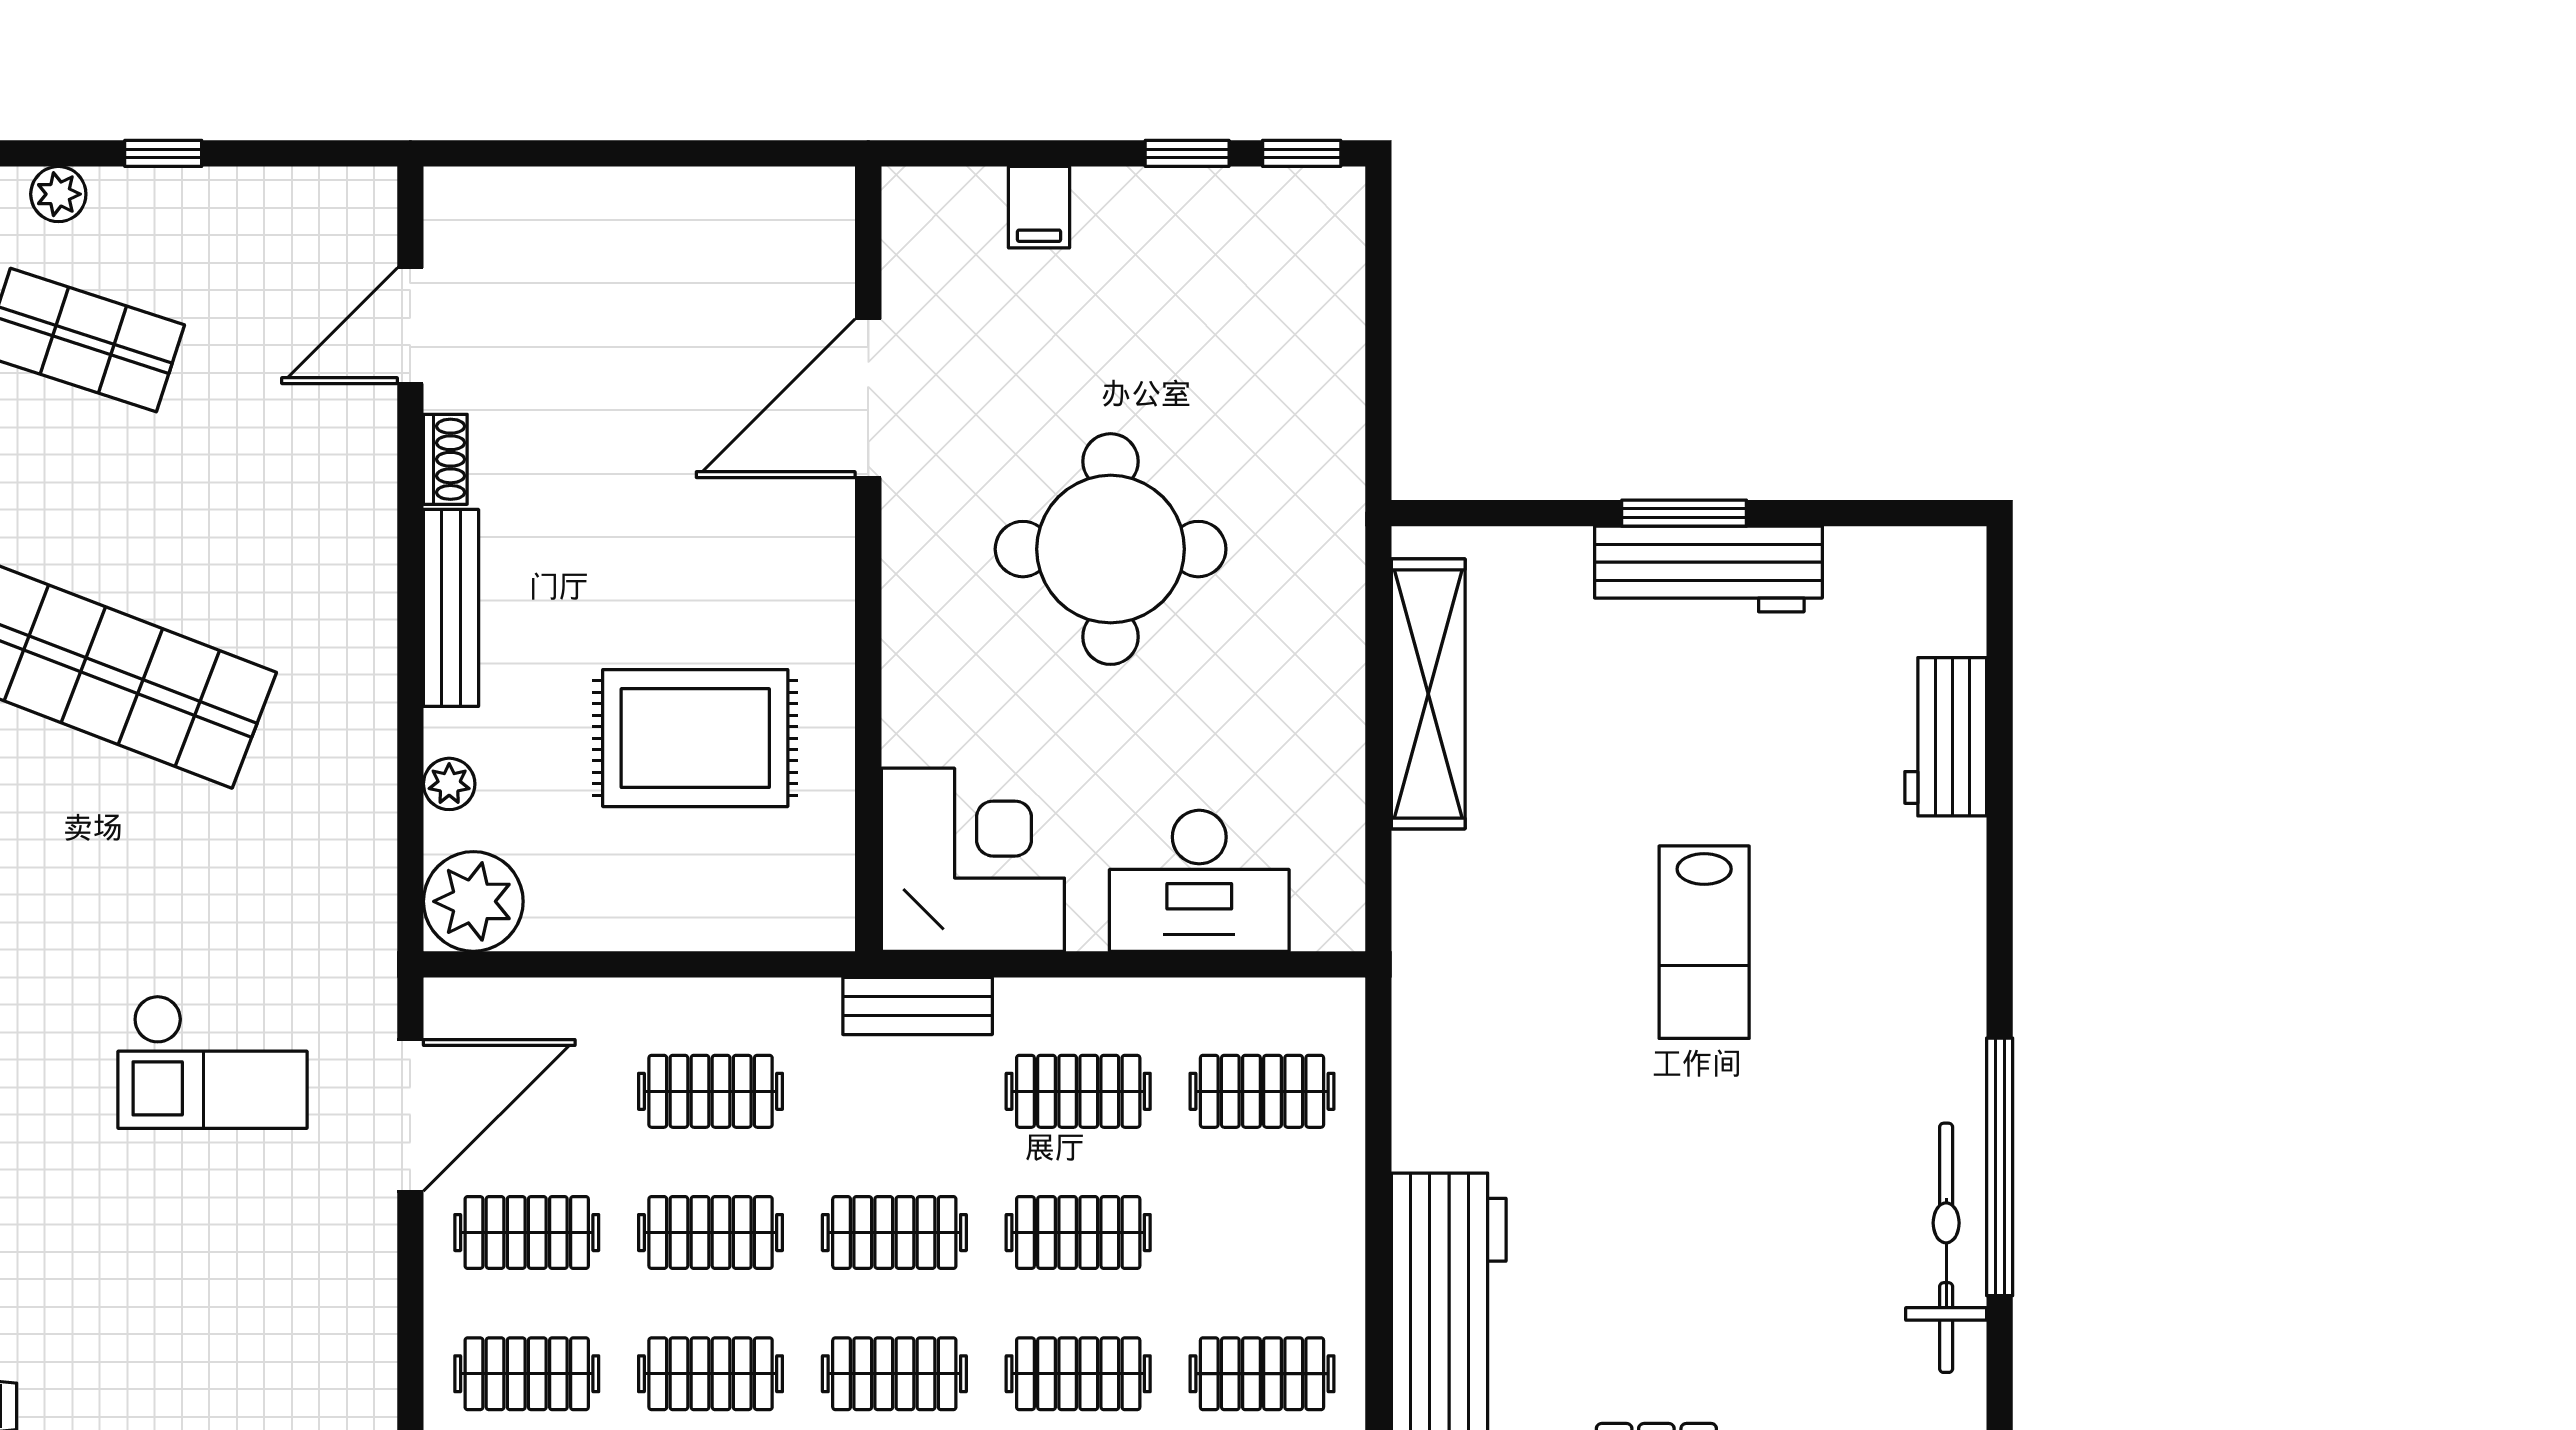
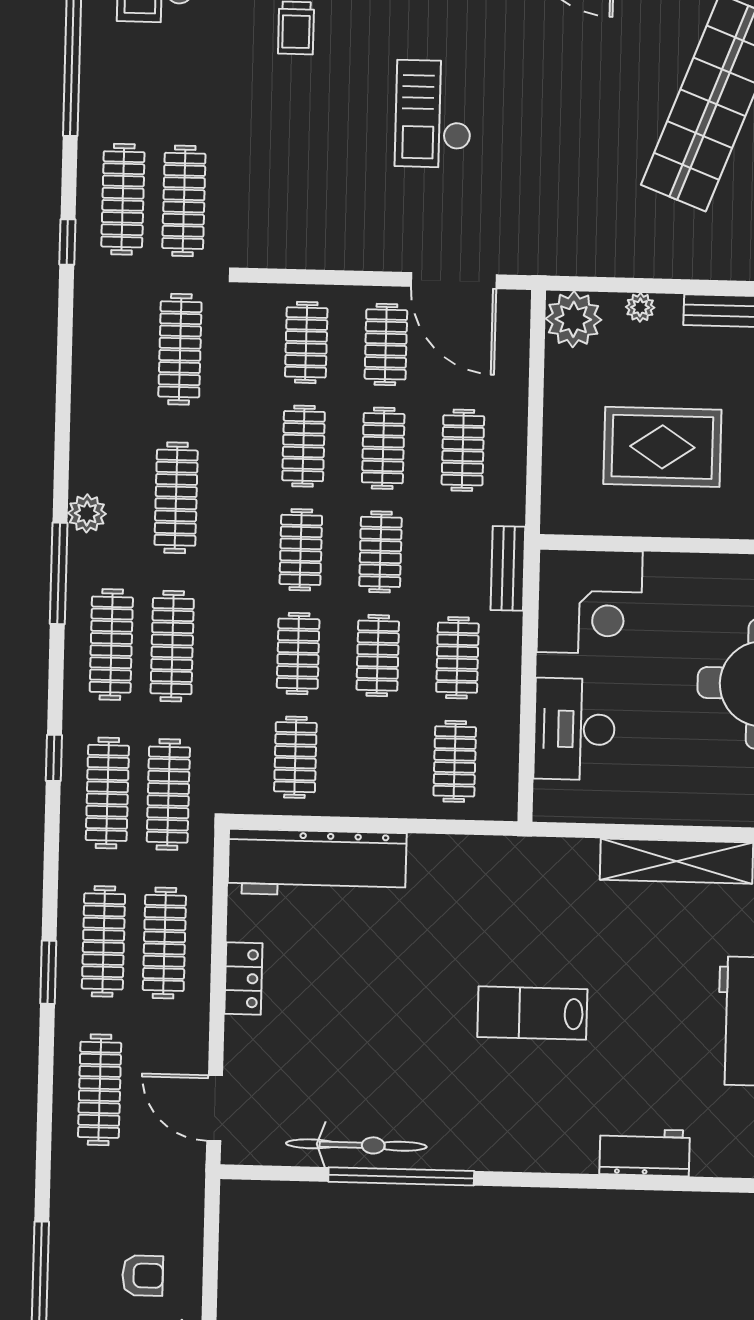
rug: (695, 738) -> (662, 447), turned 90
checkout: (213, 1062) -> (434, 114), moved

